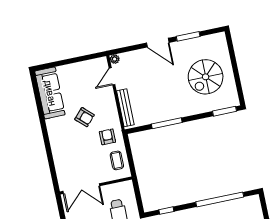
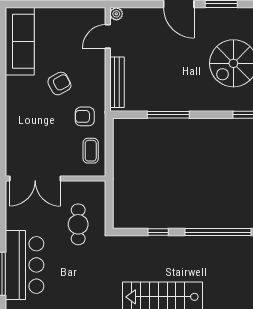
armchair: (85, 117) -> (59, 83), turned -71
armchair: (107, 137) -> (85, 116), turned -90
window: (166, 211) -> (158, 232), moved

